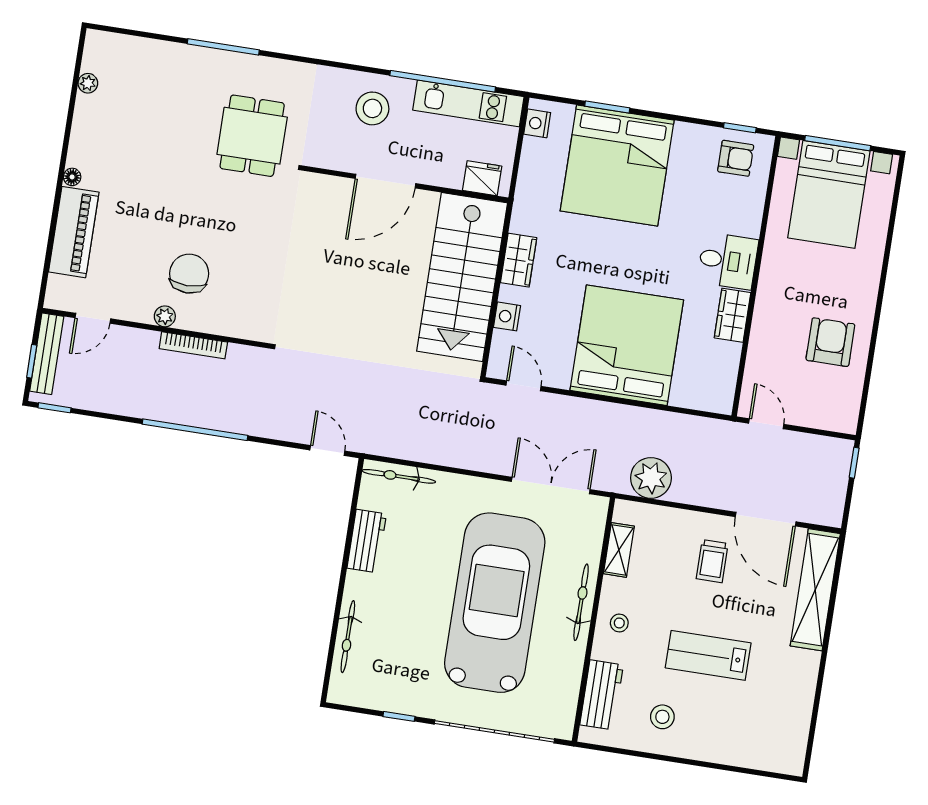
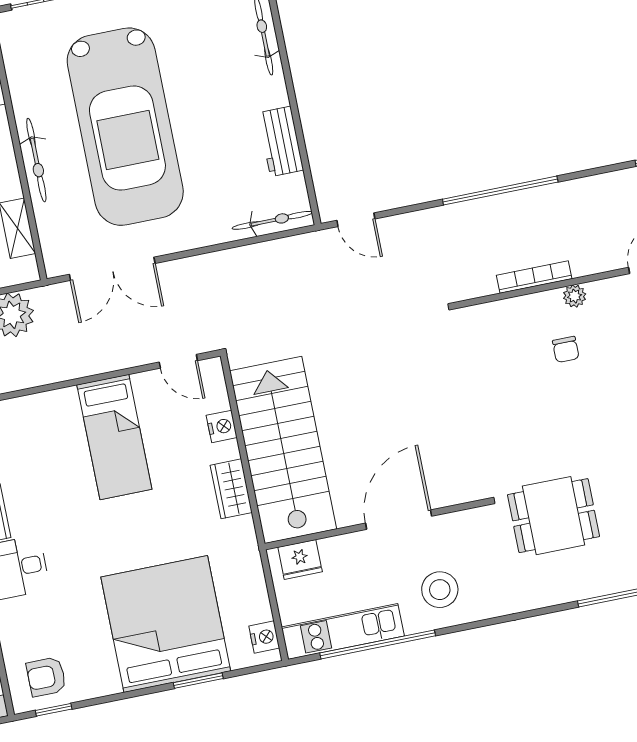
dining table: (252, 136) -> (554, 516), turned 90
chair: (189, 274) -> (566, 349), width x0.54, depth x0.54
bed: (627, 345) -> (114, 437), width x0.49

